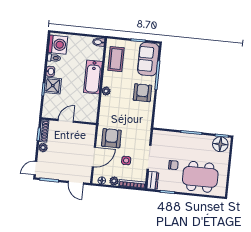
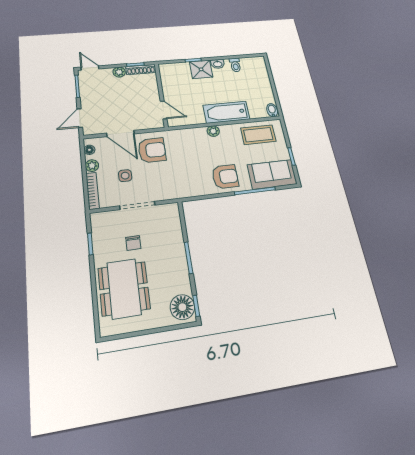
washing machine: (58, 45) -> (253, 66), removed
door: (66, 121) -> (164, 110), moved
dresser: (153, 180) -> (104, 219), removed

